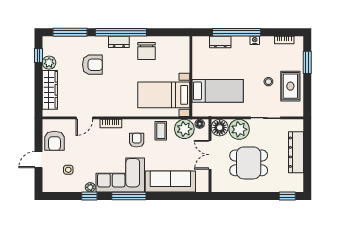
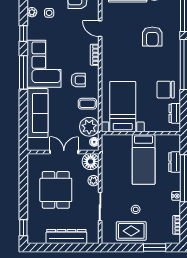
dresser: (119, 42) -> (175, 113), moved
bed: (218, 91) -> (144, 159), moved
plant: (239, 129) -> (93, 181), width x0.53, depth x0.53
plant: (90, 187) -> (32, 12), moved

